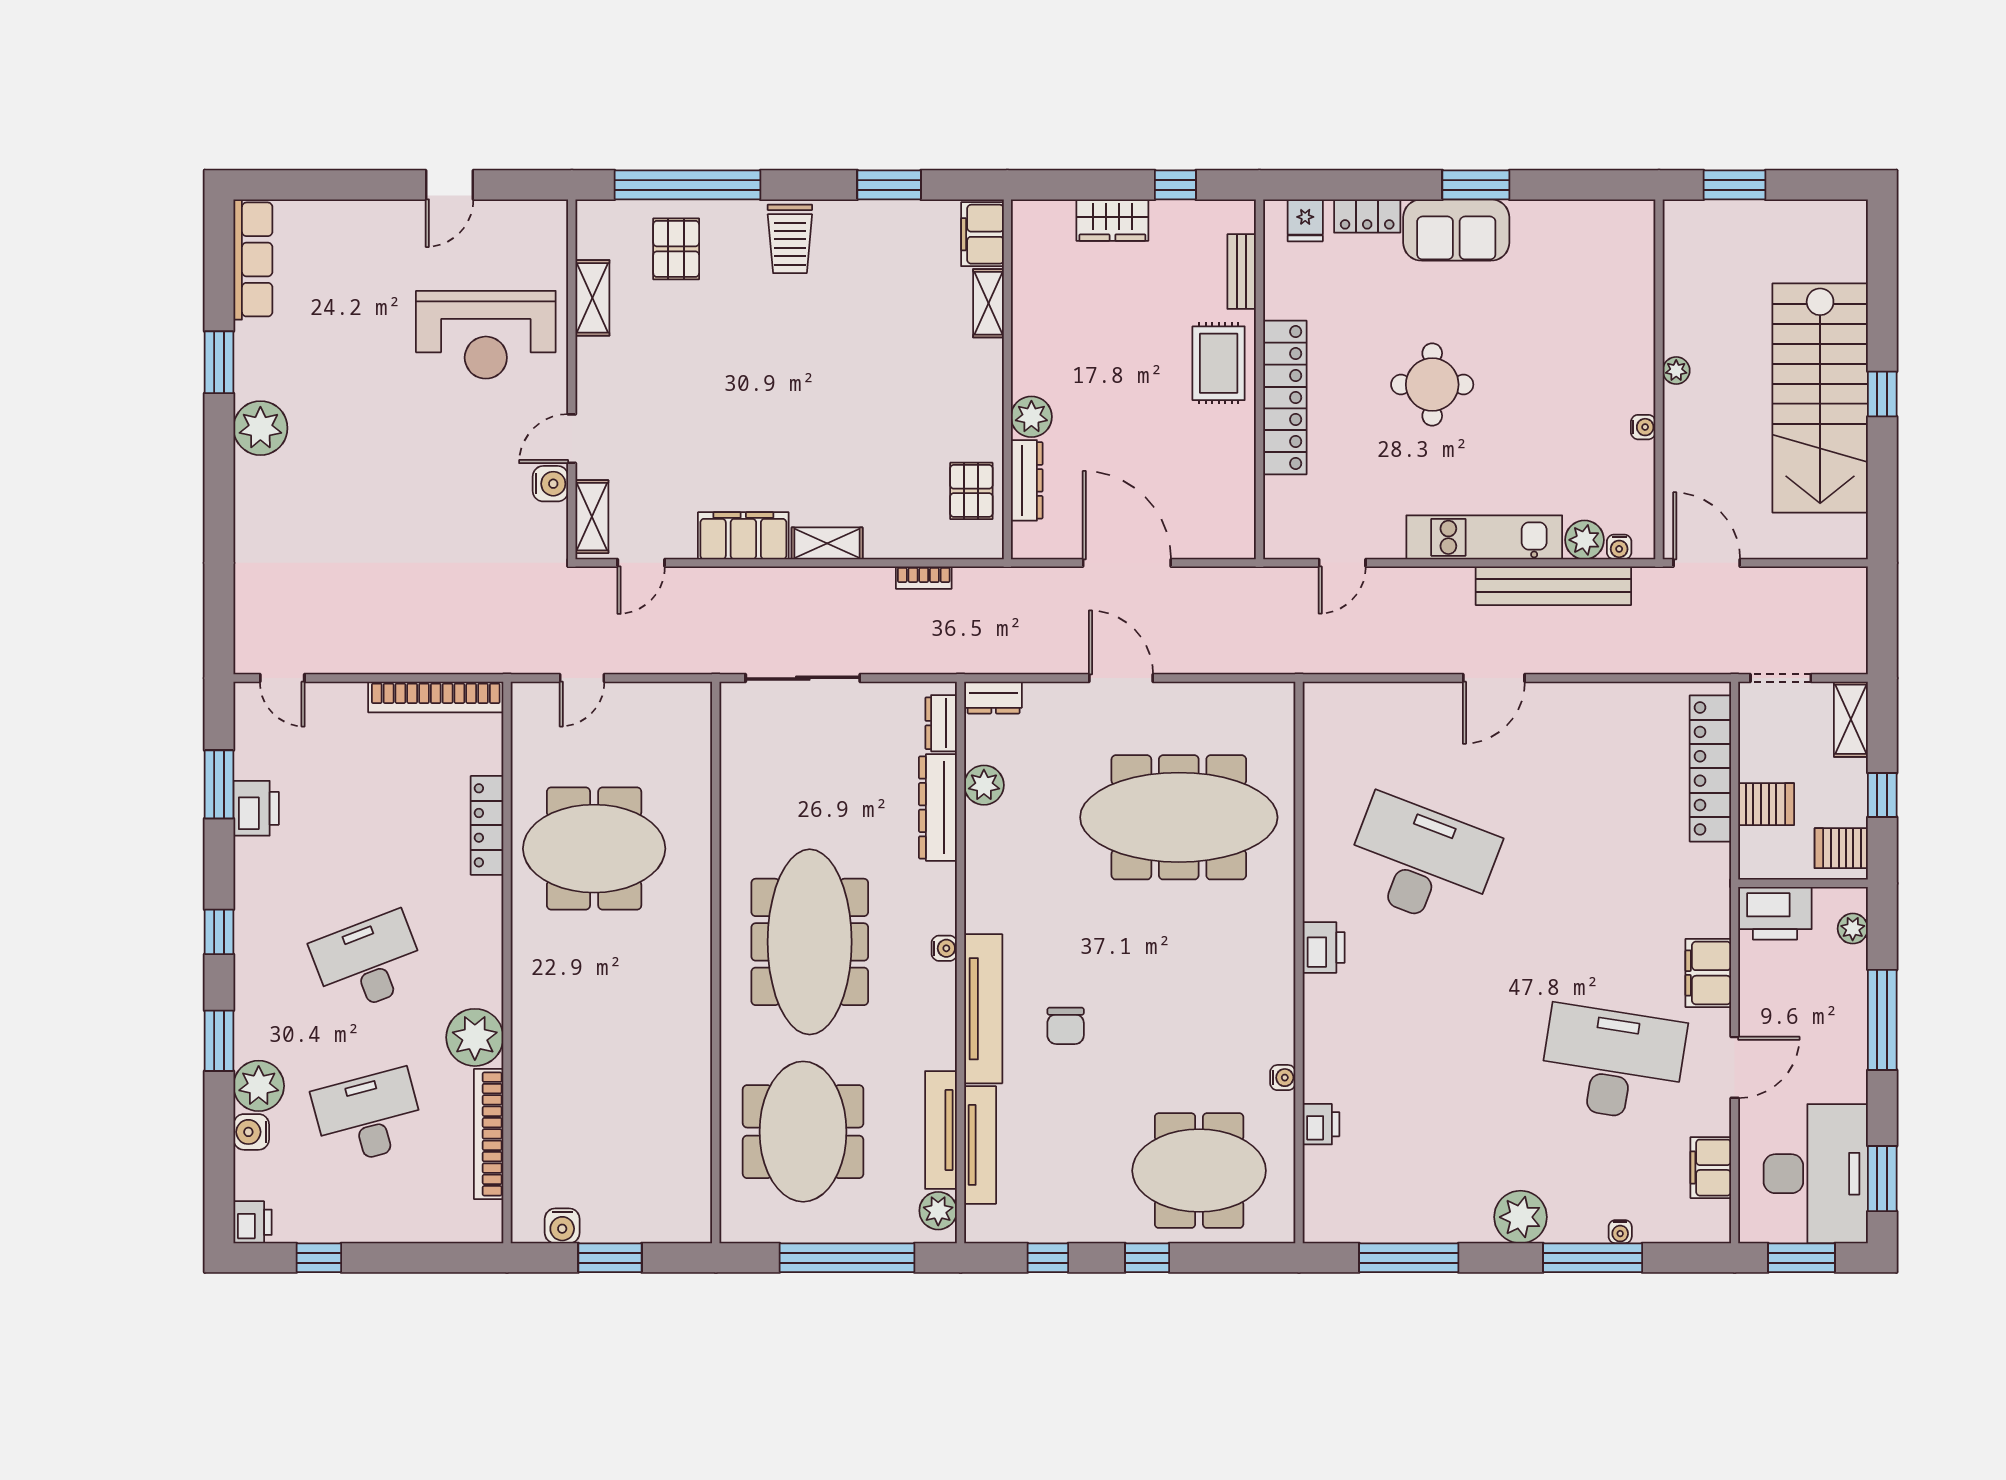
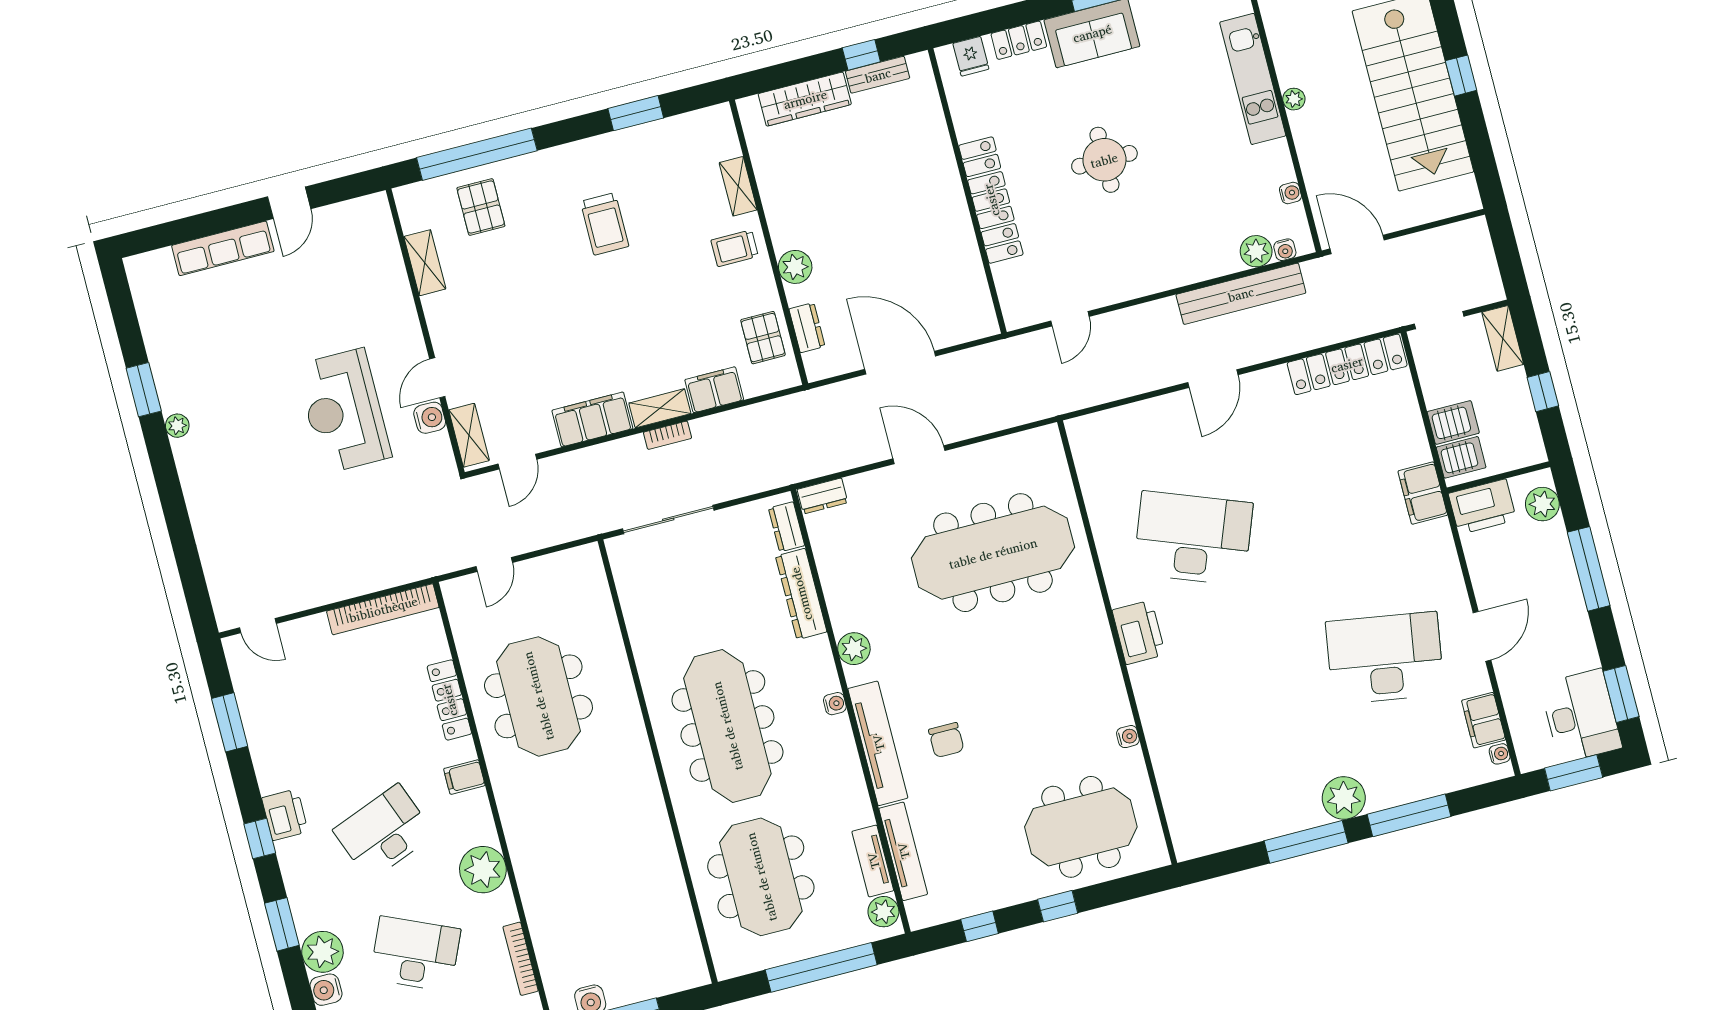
wardrobe: (1112, 220) -> (805, 99), width x1.50
filing cabinet: (982, 234) -> (714, 390), moved, turned 90
trolley: (790, 239) -> (605, 224), moved
row of seats: (253, 259) -> (223, 248), moved, turned 90
bench: (1242, 272) -> (878, 75), moved, turned 90
reception desk: (486, 335) -> (344, 411), moved, turned 90
rug: (1219, 363) -> (932, 187), removed
trolley: (965, 376) -> (735, 248), added
water cooler: (1643, 427) -> (1290, 193), moved
plant: (260, 428) -> (177, 426), width x0.53, depth x0.53
dresser: (1027, 480) -> (807, 328), width x0.70
kitchen unit: (1484, 537) -> (1253, 79), moved, turned -90
bookcase: (924, 578) -> (668, 435), moved
locker: (1710, 768) -> (1347, 364), moved, turned -90
plant: (984, 785) -> (854, 649), moved
printer: (256, 808) -> (285, 815), moved
server rack: (1841, 848) -> (1461, 457), moved, turned 180
meeting table: (594, 849) -> (538, 696), turned 90
filing cabinet: (481, 922) -> (464, 777), added
plant: (1853, 929) -> (1542, 504), width x1.38, depth x1.38
printer: (1324, 948) -> (1139, 632), width x1.37, depth x1.19
filing cabinet: (1708, 973) -> (1423, 493), moved
desk: (368, 1117) -> (415, 954), turned 39
printer: (1321, 1124) -> (1168, 765), removed
tv unit: (941, 1130) -> (873, 861), width x0.71
bookcase: (489, 1134) -> (521, 959), width x0.68, depth x0.76
desk: (1816, 1174) -> (1581, 716), width x0.73, depth x0.77
water cooler: (1620, 1232) -> (1500, 754), moved, turned -90
window: (1409, 1258) -> (1306, 842), moved

